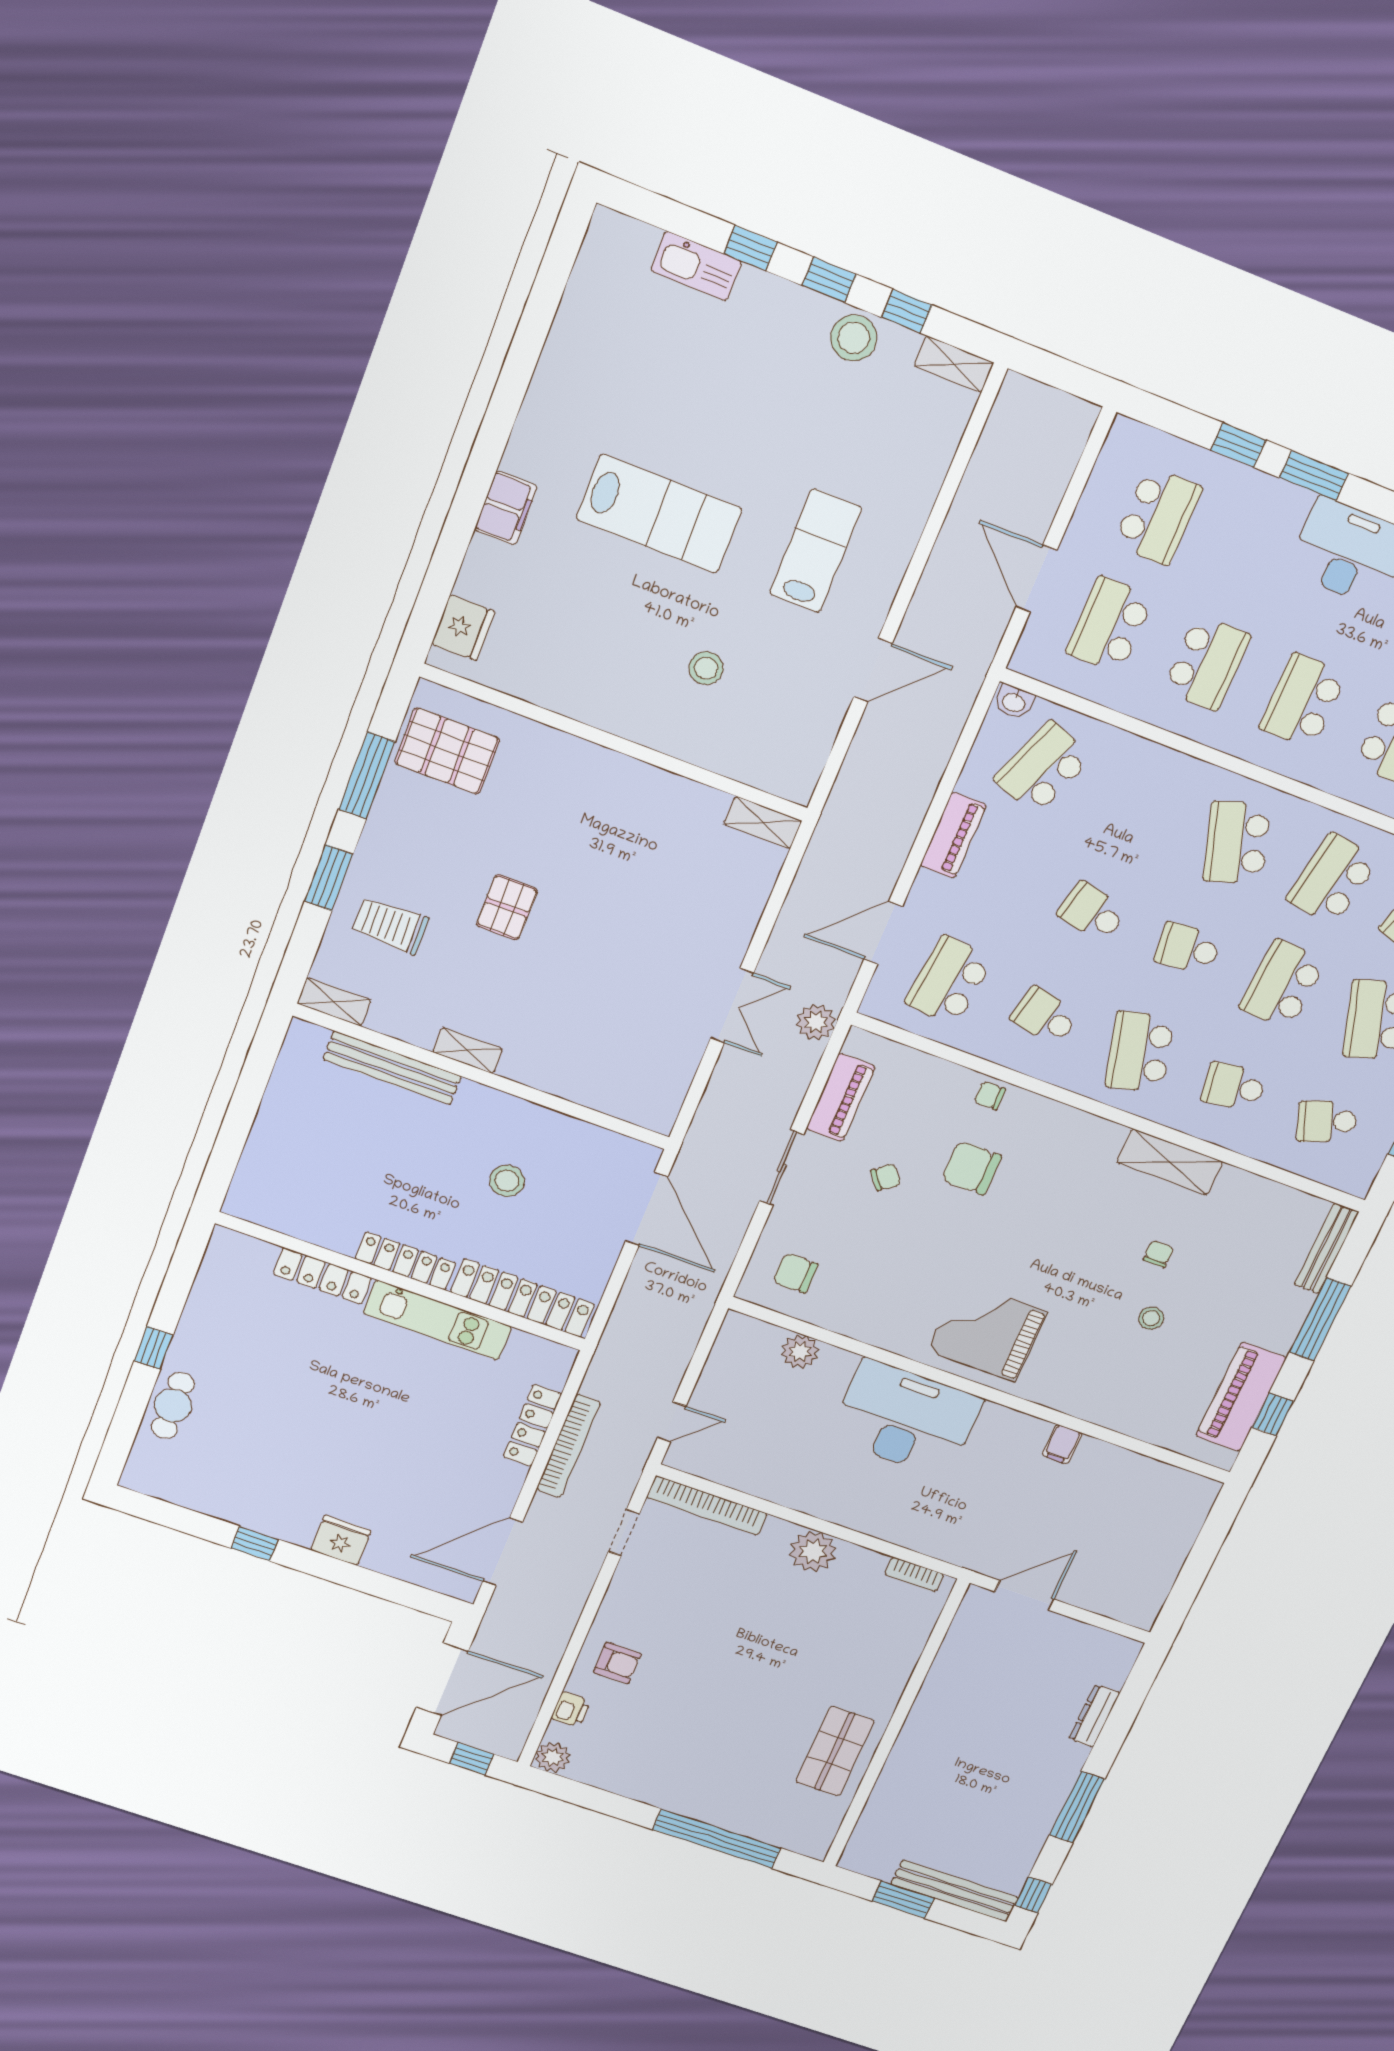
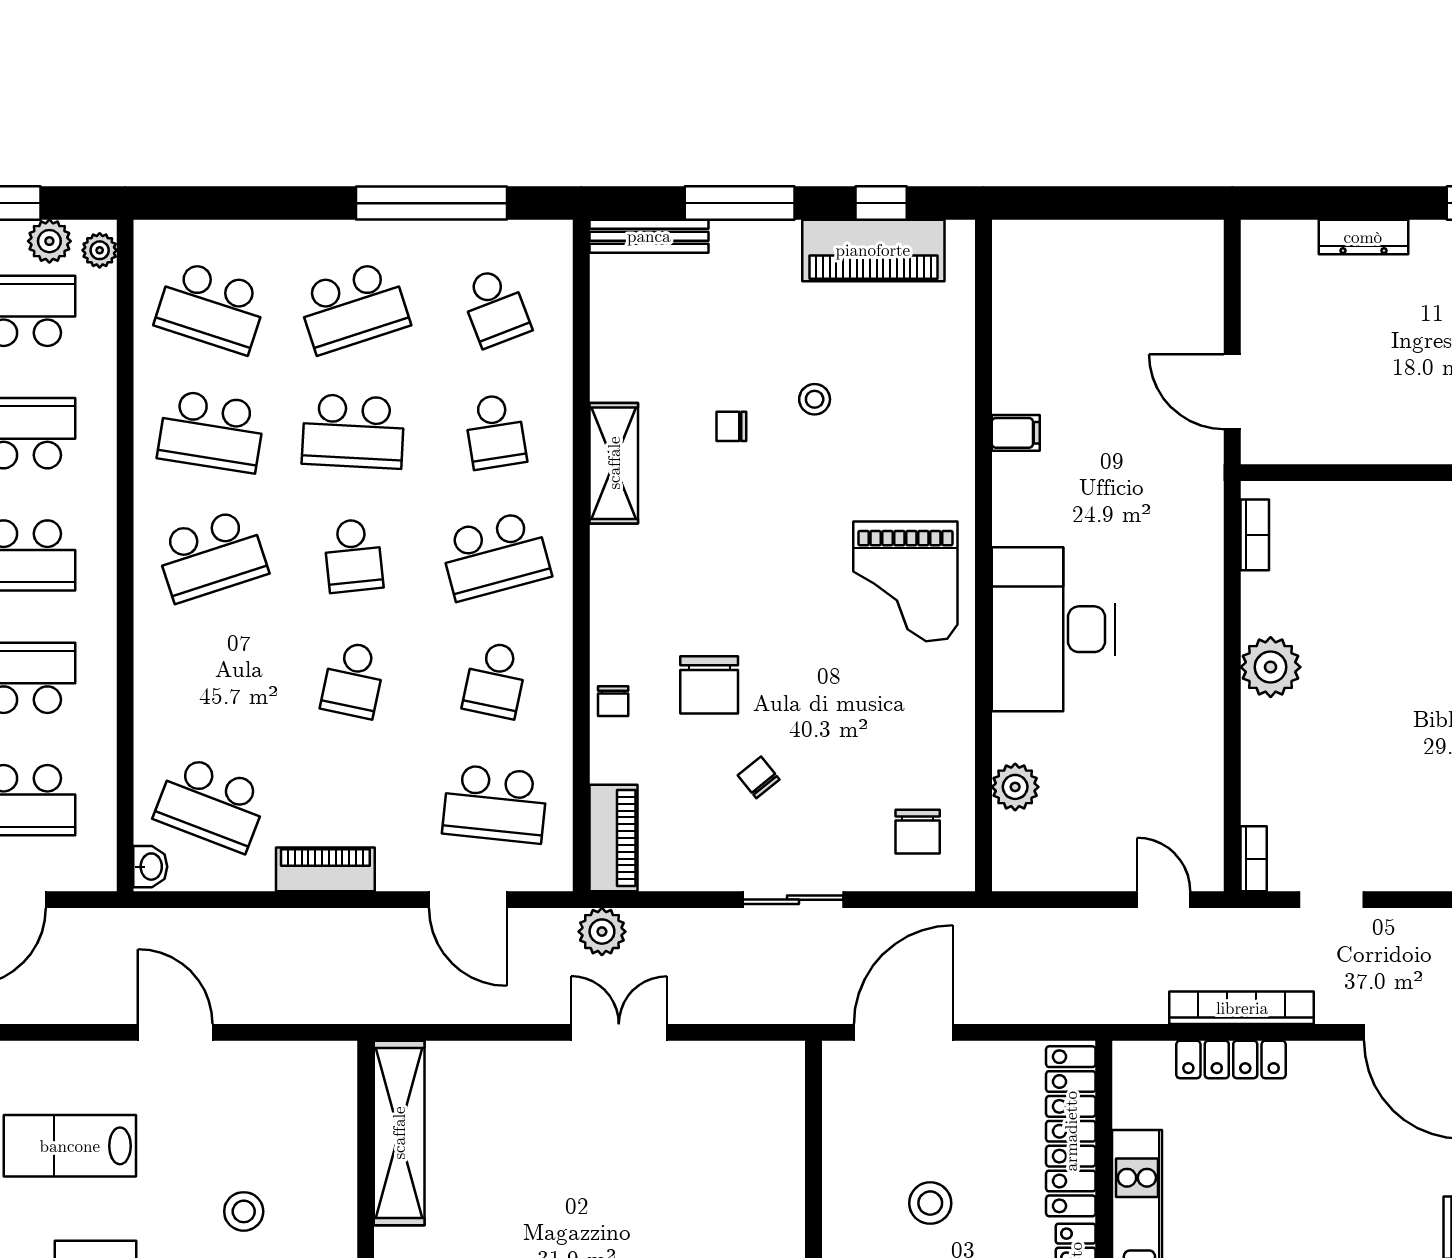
shelving: (763, 822) -> (399, 1133), width x2.20, depth x1.33
piano: (841, 1098) -> (613, 838), moved, turned 90
bookcase: (707, 1506) -> (1254, 859), width x0.43, depth x0.76

